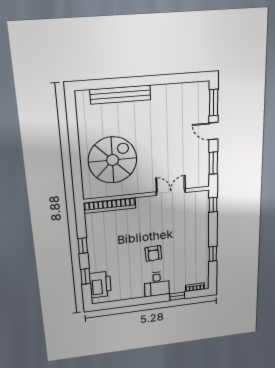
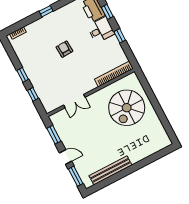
bench: (120, 95) -> (110, 170), moved
window: (213, 205) -> (33, 94), moved
window: (213, 254) -> (23, 75), moved
desk: (157, 284) -> (101, 30), moved, turned 90
window: (177, 296) -> (46, 11), moved

